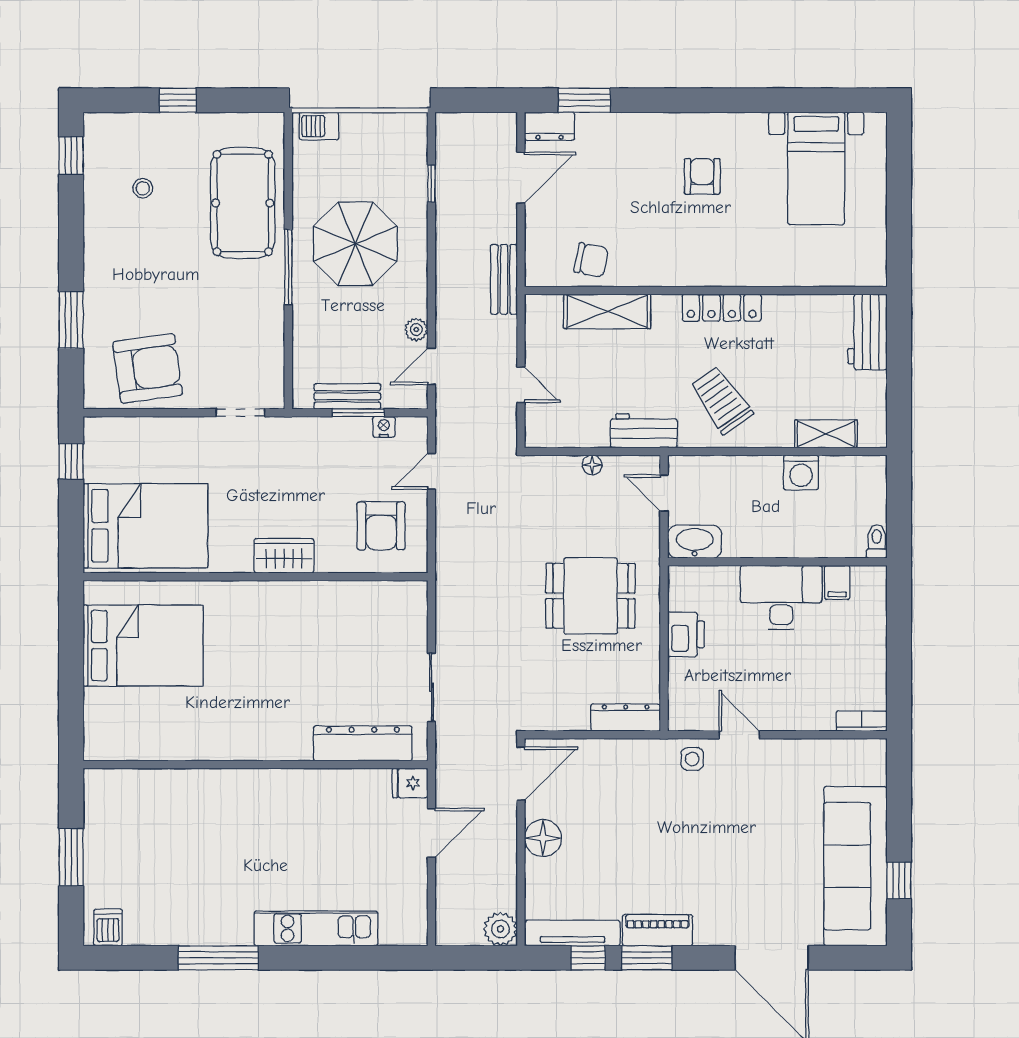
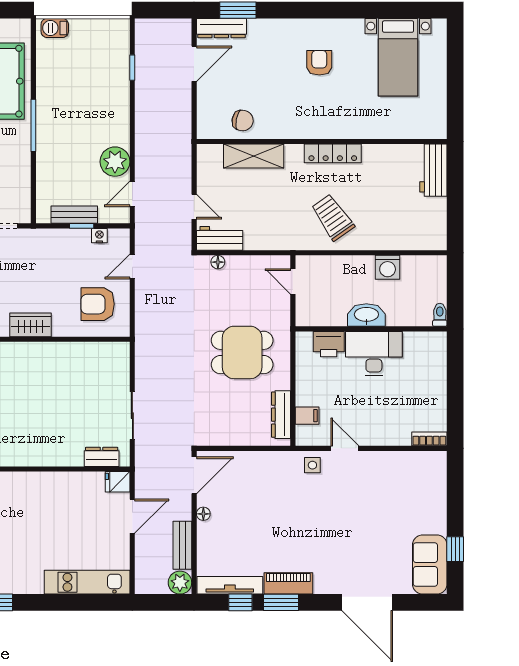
dresser: (550, 126) -> (221, 28), width x1.44
parasol: (355, 244) -> (80, 109), removed
bench: (504, 279) -> (182, 545), moved
plant: (416, 330) -> (115, 162), width x1.88, depth x1.88
window: (358, 413) -> (82, 226), width x0.67
workbench: (644, 431) -> (220, 238), moved
shelving: (826, 434) -> (405, 241), removed
floor lamp: (592, 465) -> (218, 262), moved
armchair: (381, 526) -> (98, 304), turned 90
washbasin: (695, 542) -> (366, 315), moved
filing cabinet: (837, 582) -> (307, 416), moved, turned -90
printer: (686, 634) -> (329, 344), moved, turned 90
dresser: (626, 718) -> (281, 415), moved, turned -90
dresser: (363, 743) -> (102, 457), width x0.51, depth x0.80
floor lamp: (543, 838) -> (203, 514), width x0.53, depth x0.53
sofa: (855, 866) -> (430, 564), width x0.54, depth x0.79
kitchen unit: (316, 928) -> (87, 582), moved

